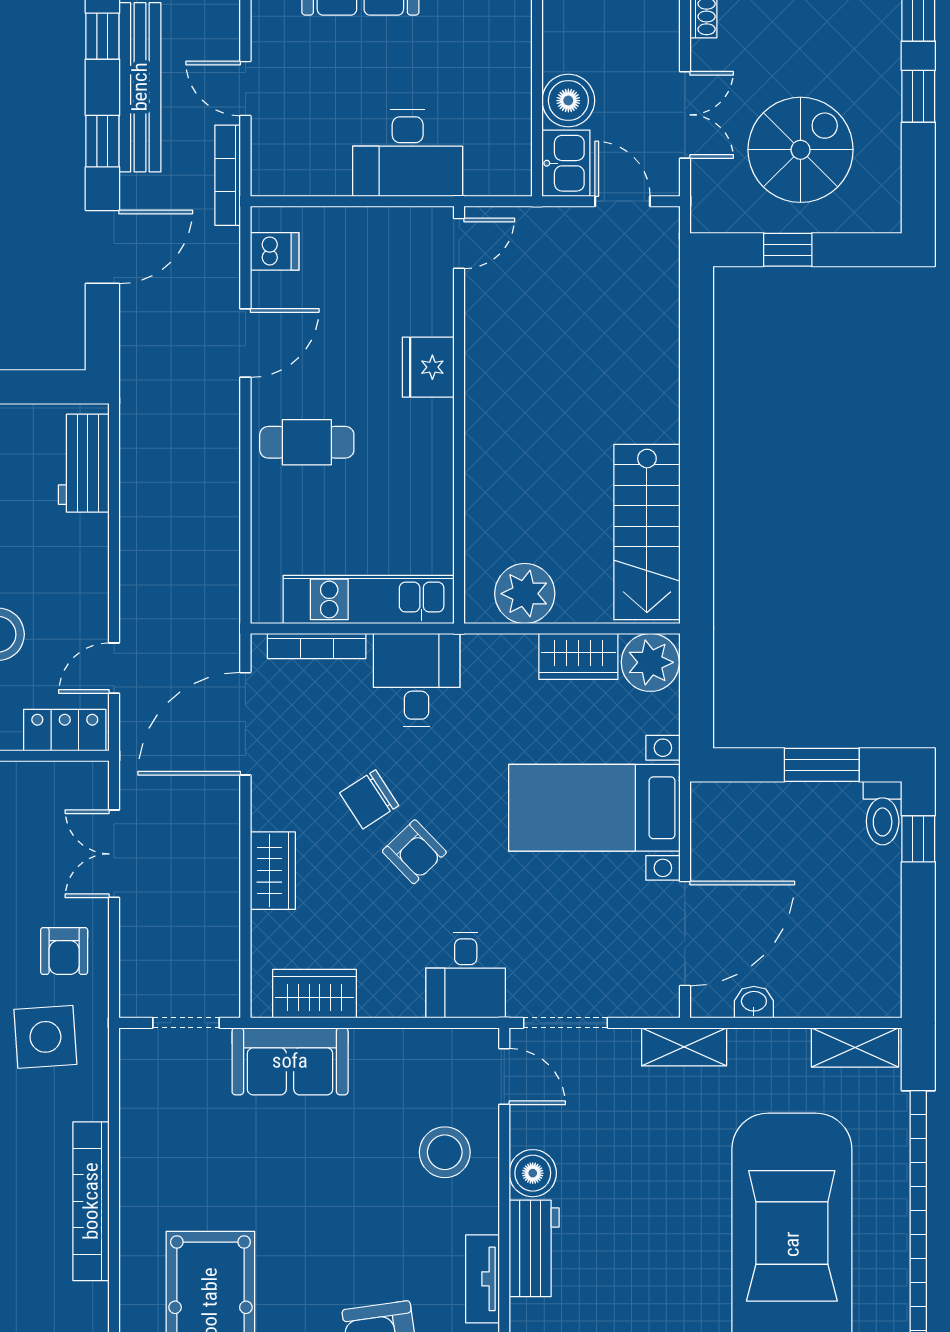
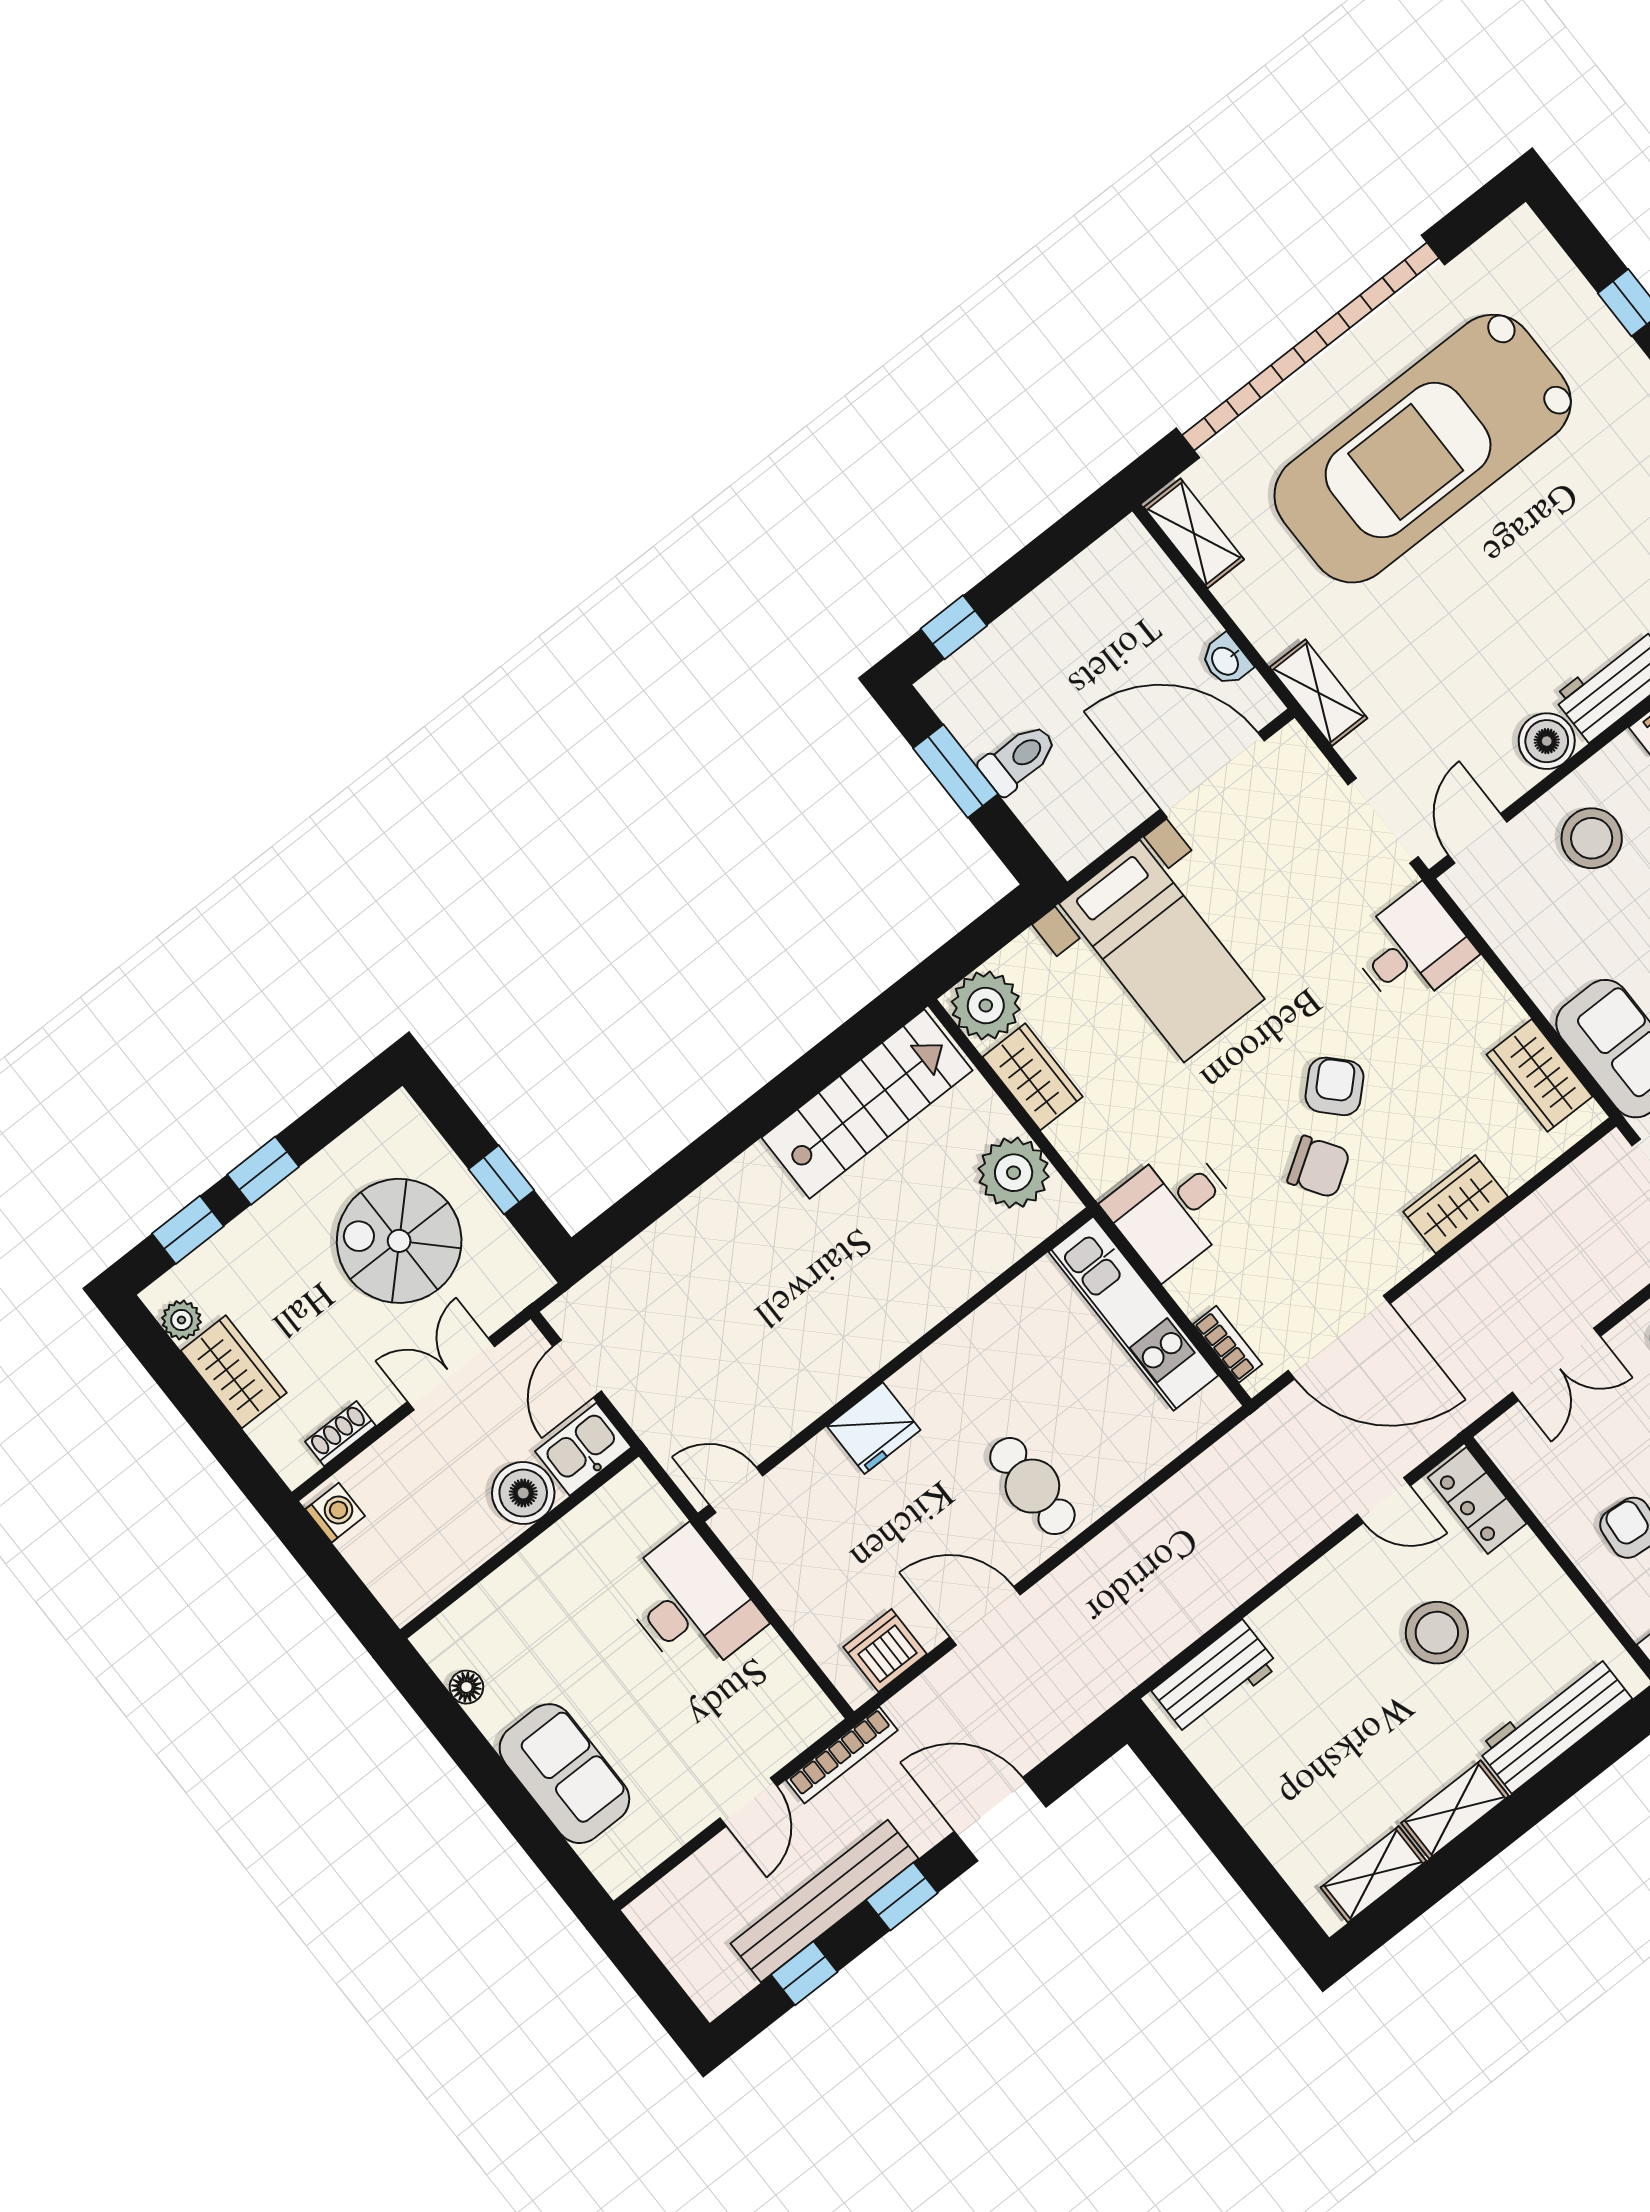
dishwasher: (275, 251) -> (885, 1651), width x1.38
bookcase: (317, 646) -> (1228, 1344), width x0.64
toilet: (883, 813) -> (1018, 759), moved

